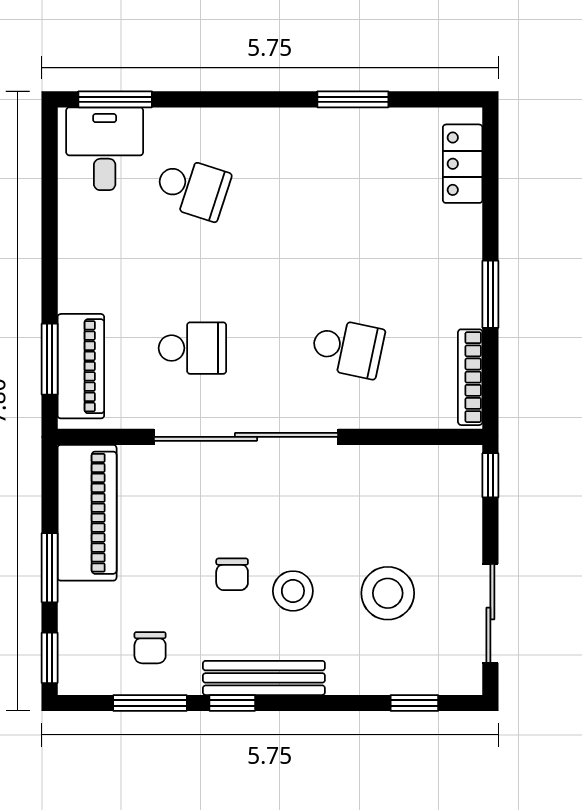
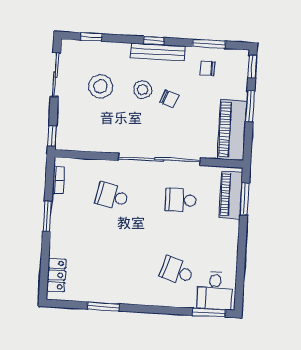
bookcase: (470, 377) -> (58, 180), width x0.64
chair: (232, 574) -> (169, 99), turned 112
chair: (150, 648) -> (207, 68), turned -90
window: (232, 703) -> (154, 41), moved

